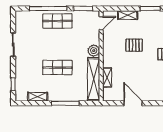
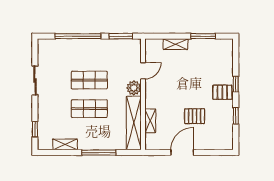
shop shelf: (57, 21) -> (89, 80), moved
door: (101, 23) -> (143, 71), moved
pallet: (134, 45) -> (195, 116), moved
door: (133, 103) -> (182, 153), hinge flipped

